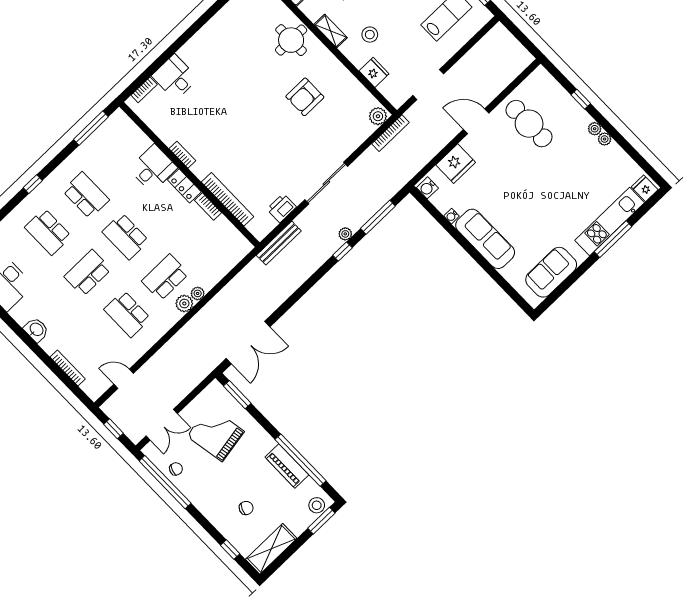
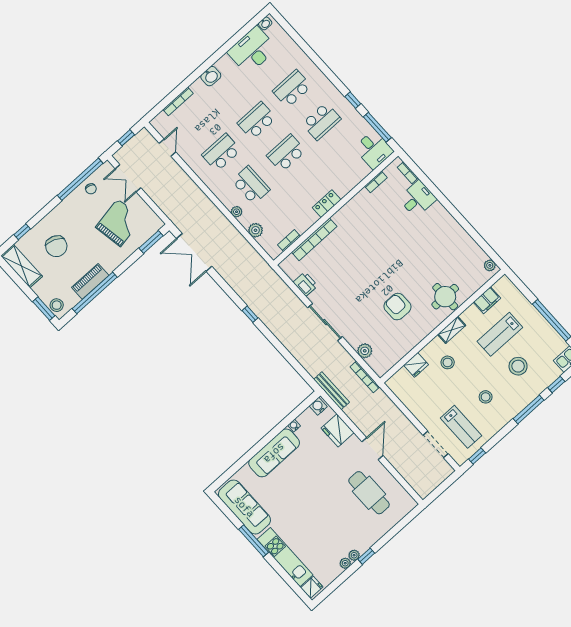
doorway: (428, 85) -> (436, 444), moved
window: (581, 99) -> (366, 556), moved
plant: (378, 116) -> (365, 351), moved
cafe table: (529, 124) -> (369, 493), turned 90
plant: (595, 129) -> (345, 563), moved
bookcase: (182, 155) -> (376, 182), moved
desk: (153, 168) -> (374, 150), moved
window: (33, 184) -> (353, 100), moved
bookcase: (208, 207) -> (289, 241), moved
window: (378, 217) -> (295, 364), removed
plant: (345, 234) -> (282, 336), removed
window: (613, 239) -> (254, 541), moved
bench: (279, 243) -> (332, 391), moved
window: (342, 251) -> (250, 314), moved
sofa: (551, 272) -> (244, 507), width x1.36
school desk: (88, 273) -> (257, 121), turned -90
plant: (184, 303) -> (256, 230), moved
chair: (246, 508) -> (56, 246), width x1.87, depth x1.87

